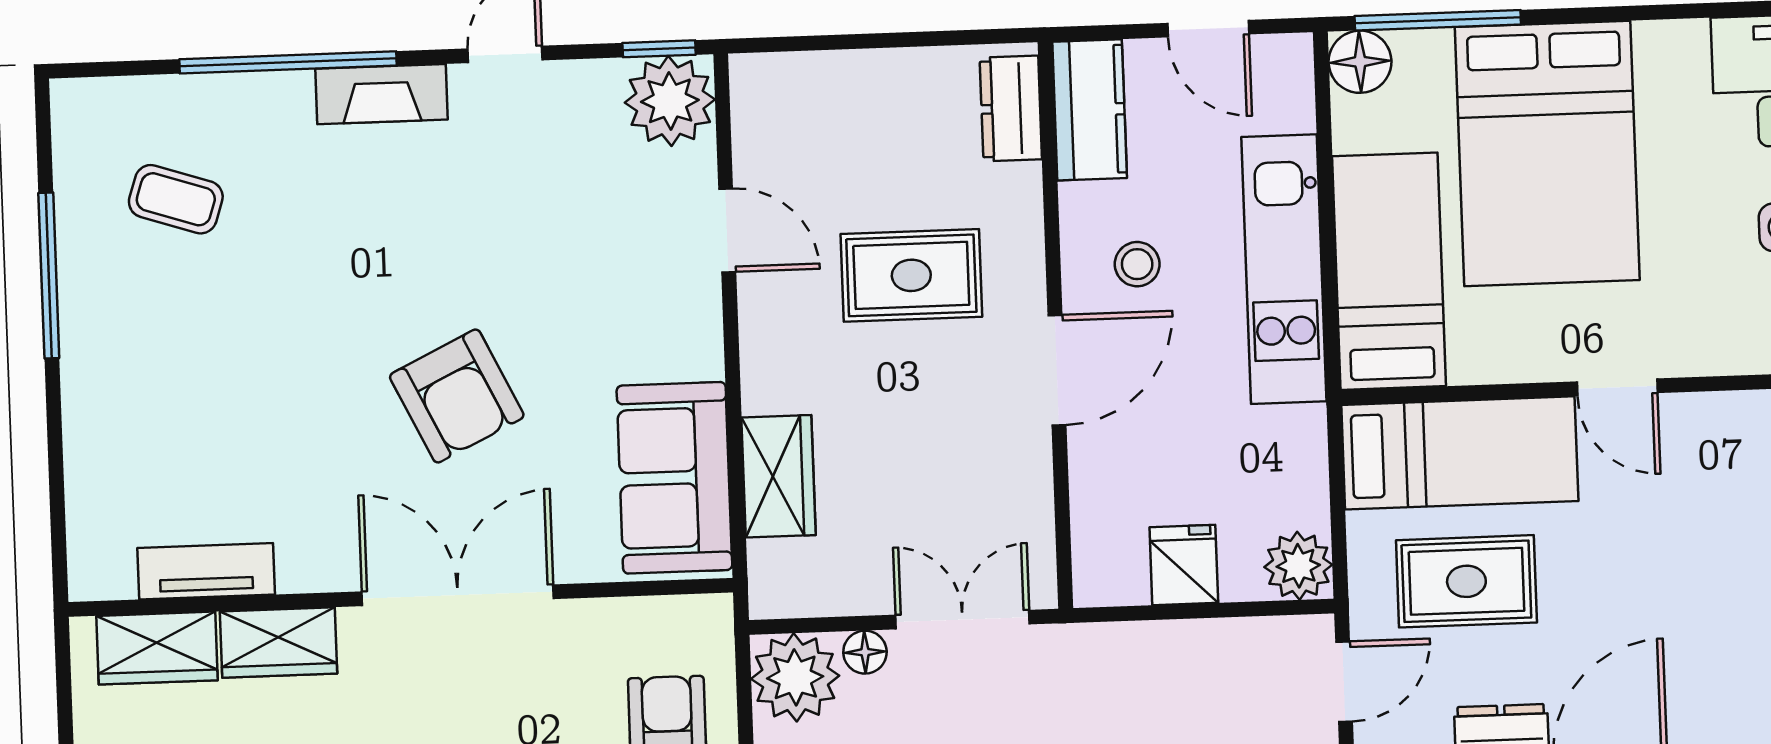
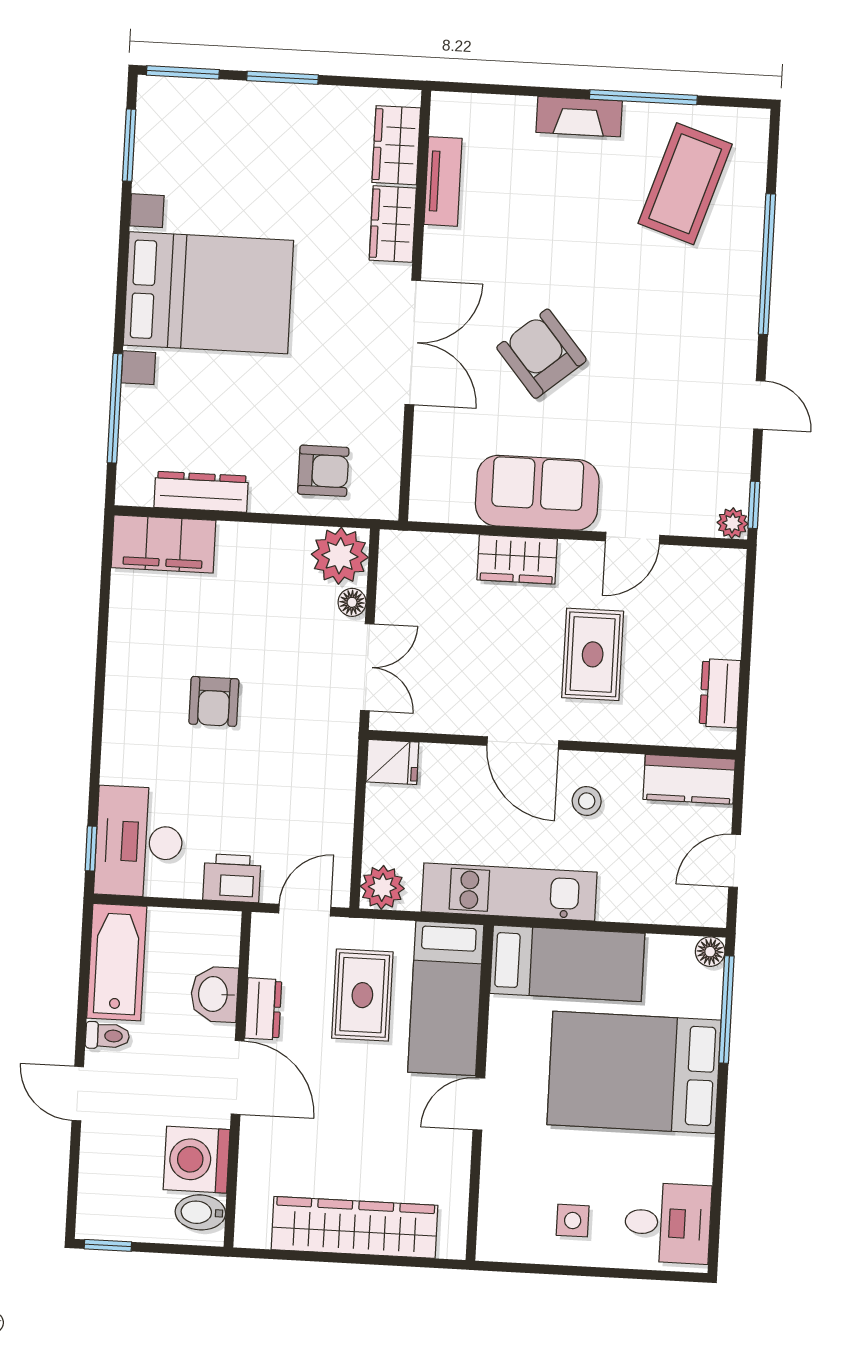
floor lamp: (1360, 62) -> (710, 952), width x0.73, depth x0.73
fireplace: (382, 94) -> (579, 117), moved, turned -90
plant: (670, 101) -> (732, 523), width x0.53, depth x0.53
dresser: (1011, 108) -> (720, 693), moved, turned -90
coffee table: (176, 199) -> (685, 184), width x1.86, depth x1.72
kitchen unit: (1284, 269) -> (509, 892), moved
armchair: (457, 396) -> (541, 354), turned 76
wardrobe: (778, 476) -> (517, 559), moved
sofa: (674, 478) -> (537, 493), moved
fridge: (1184, 565) -> (392, 762), moved
door: (1344, 682) -> (305, 910), swing flipped

